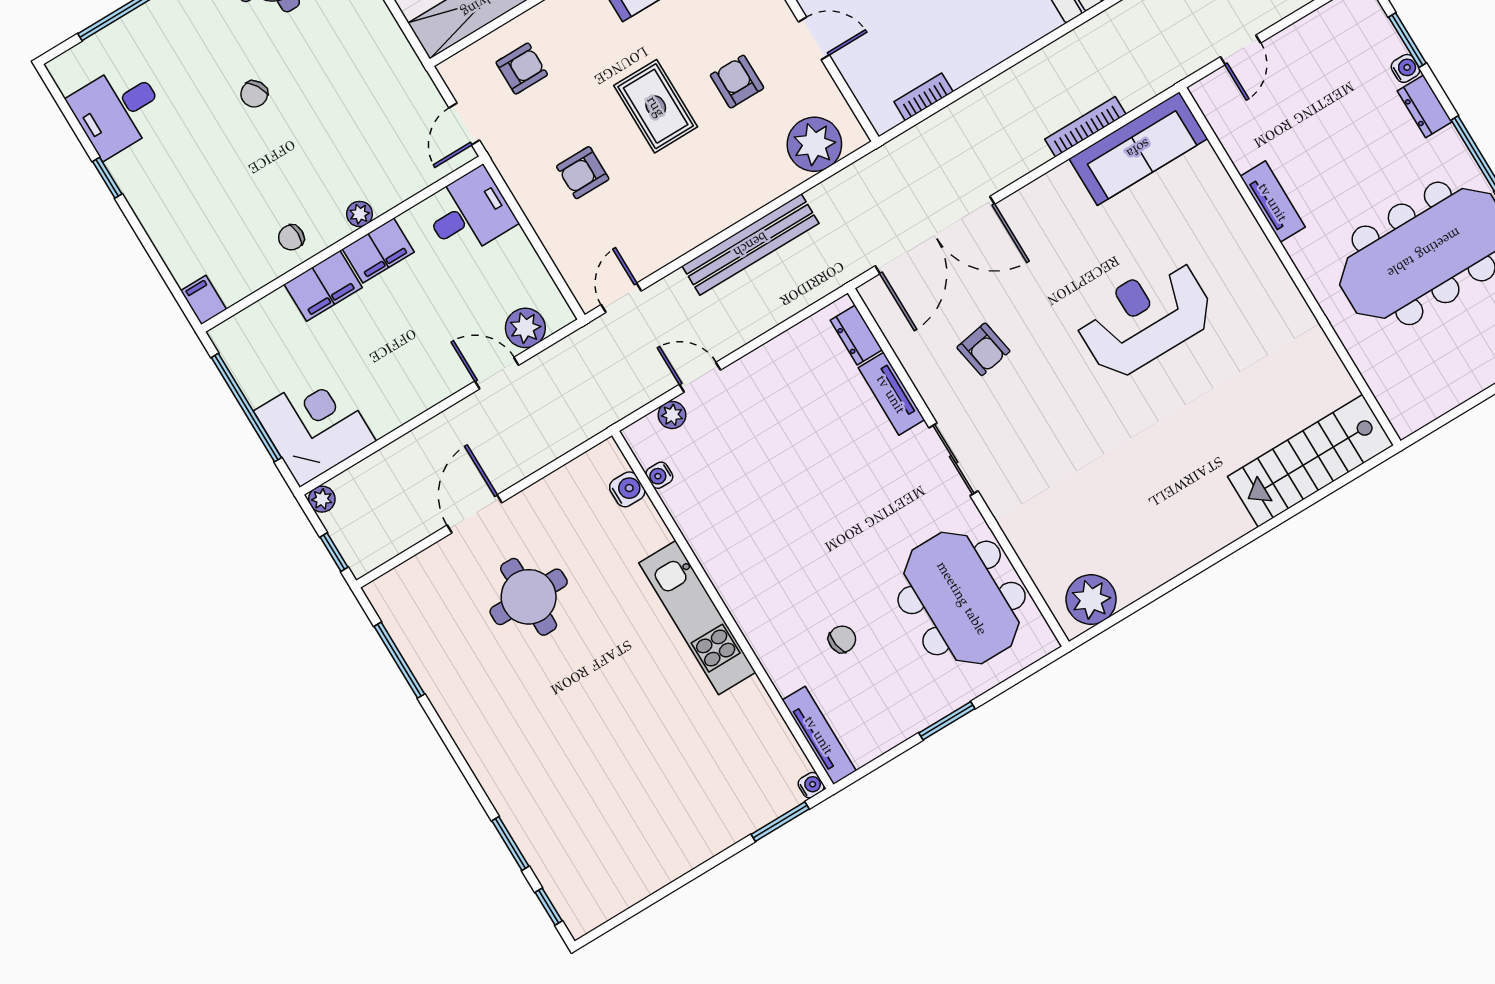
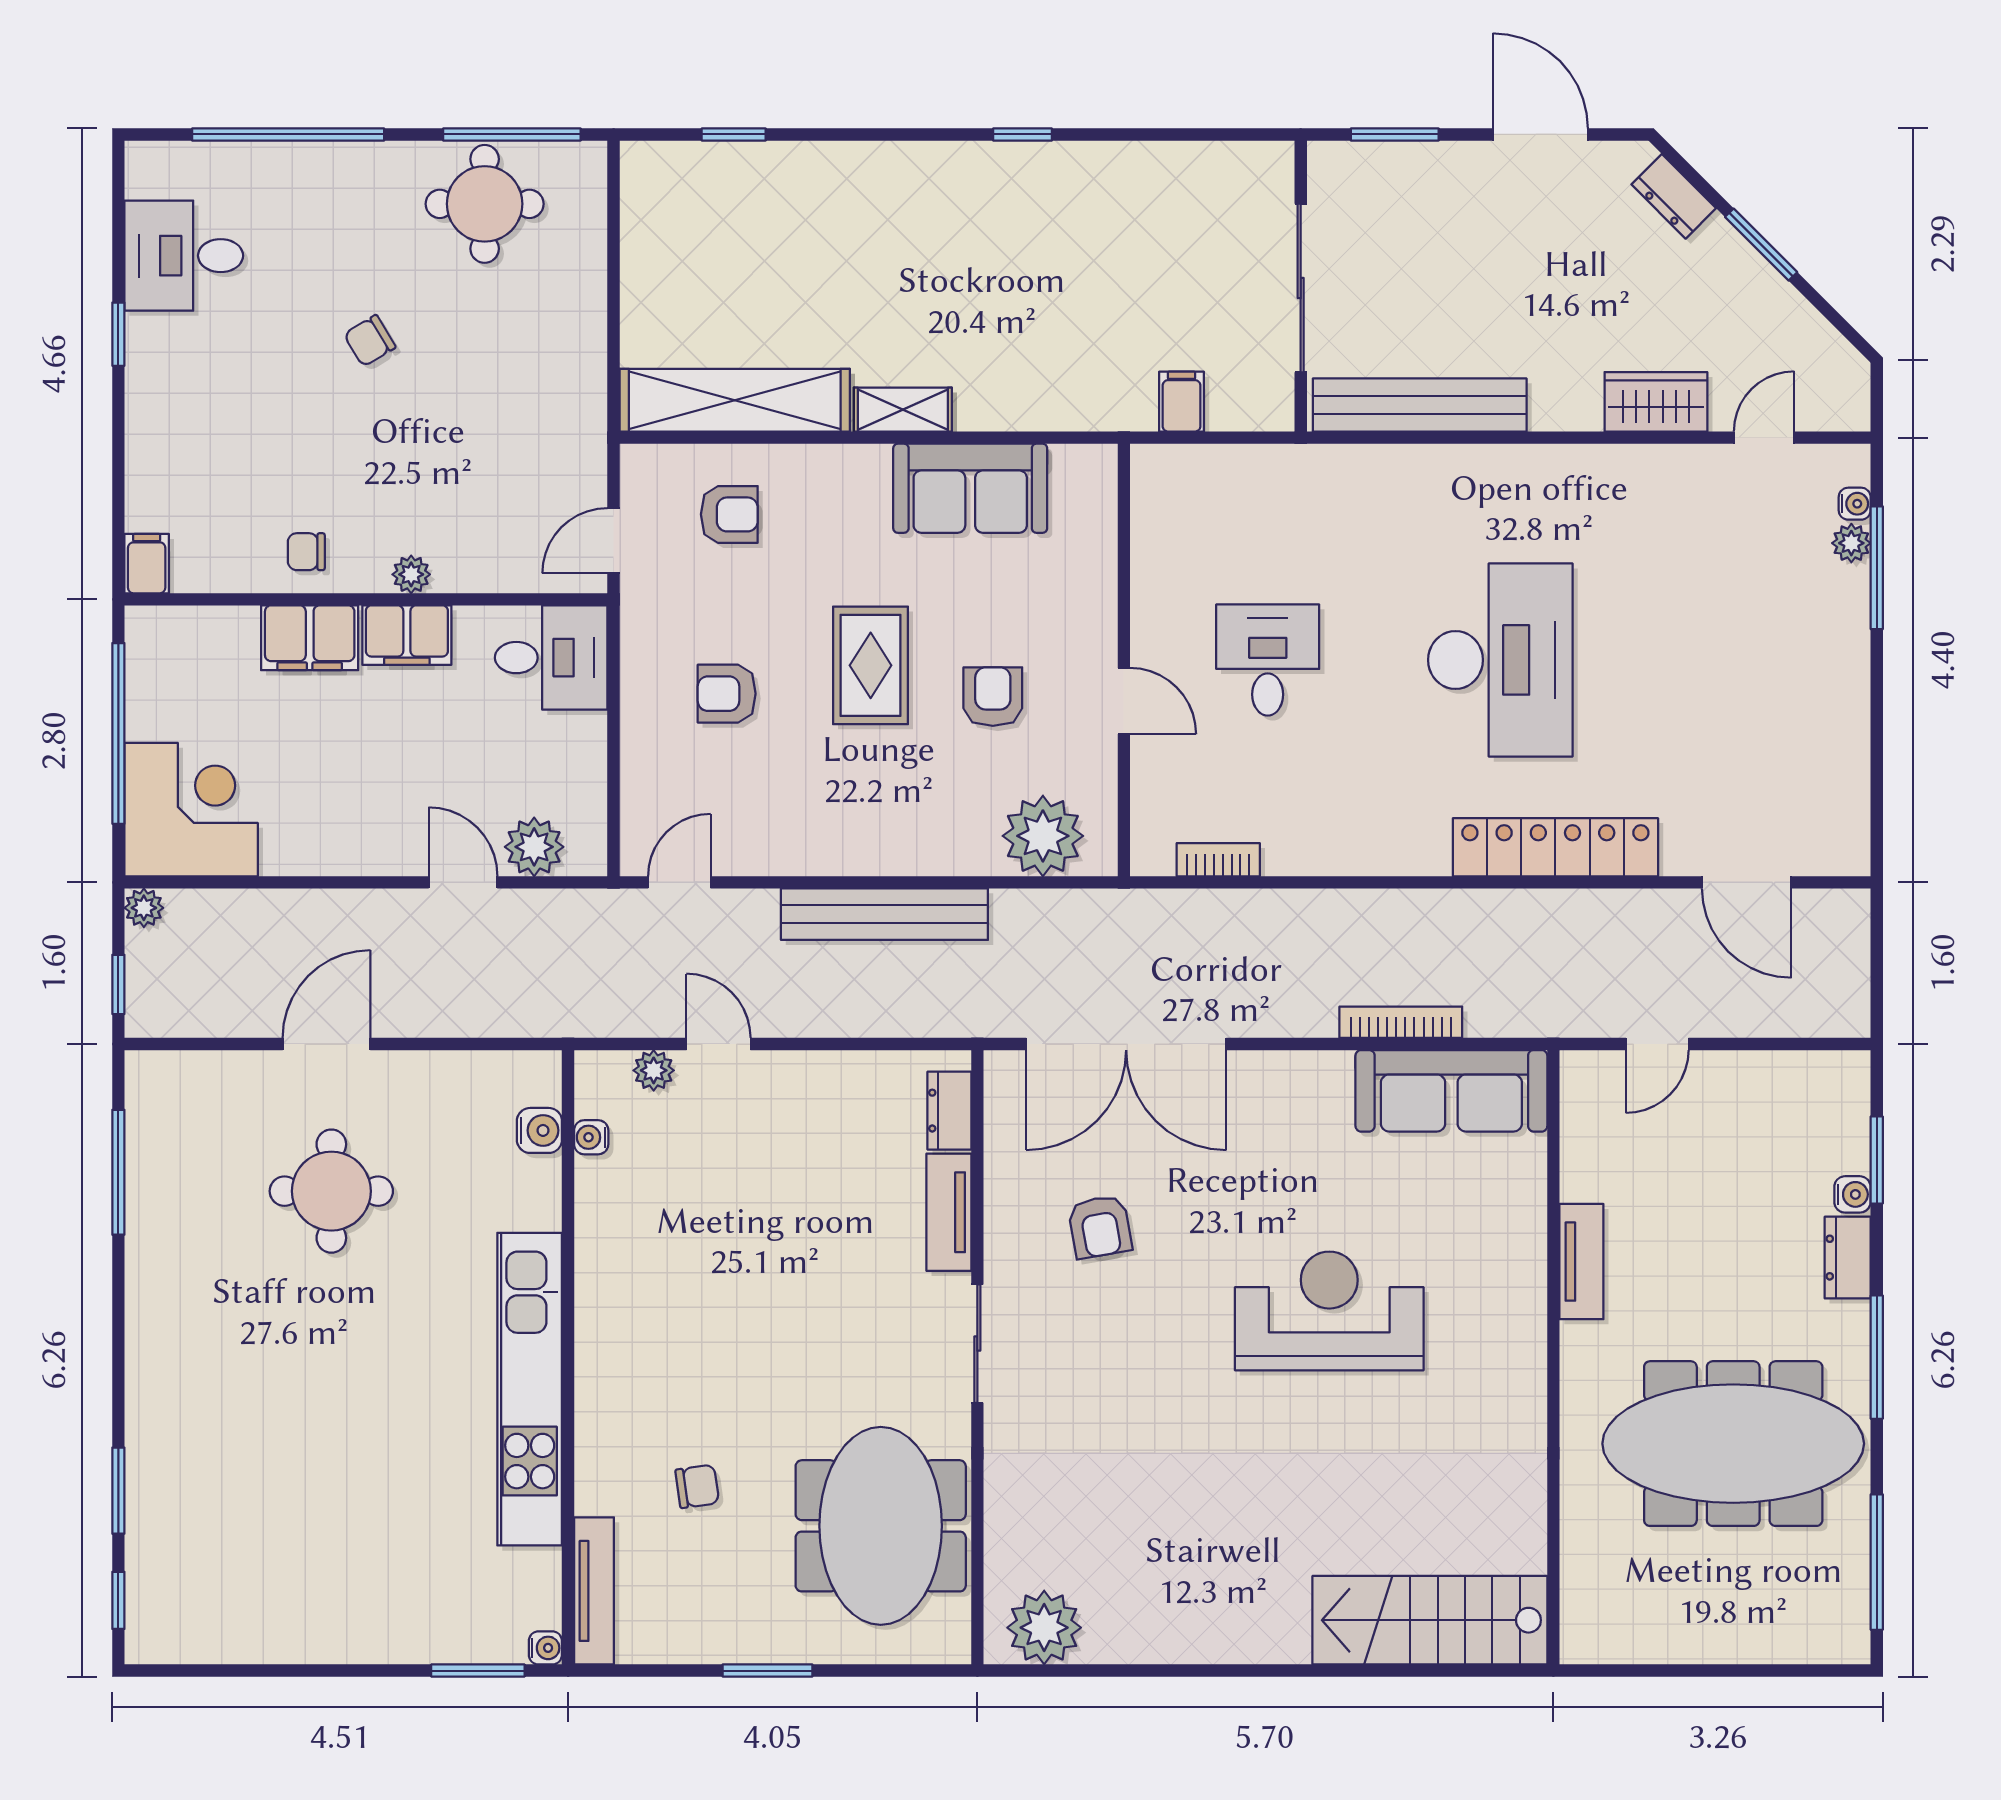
kitchen unit: (697, 618) -> (530, 1389), width x1.36

